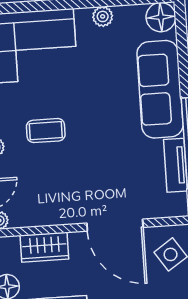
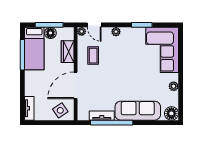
coffee table: (46, 131) -> (93, 56), moved

